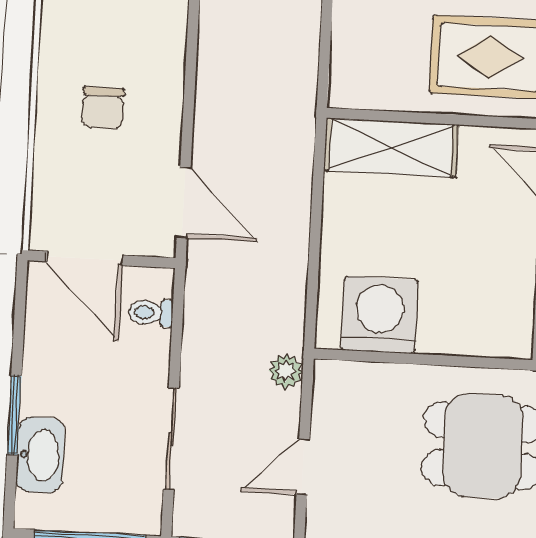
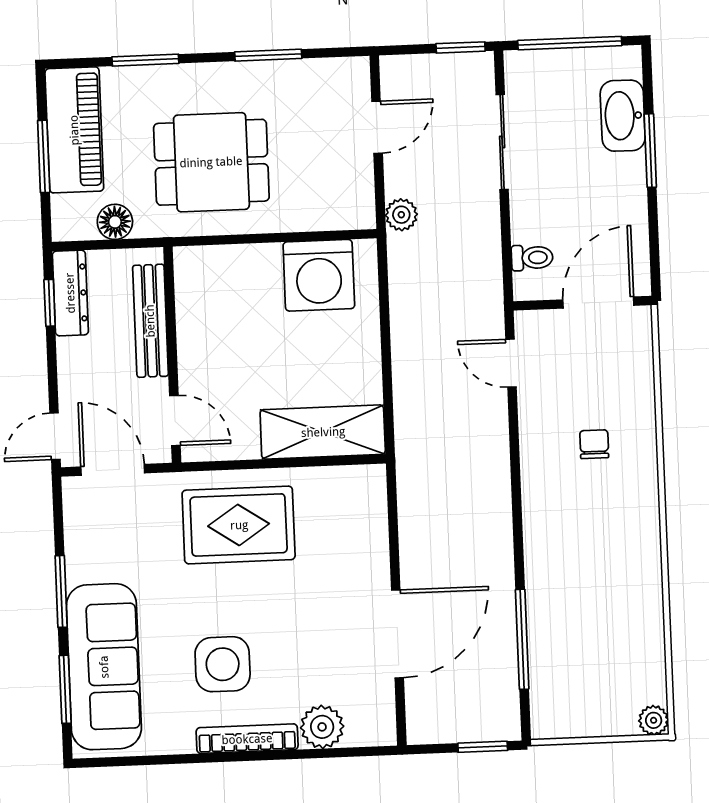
chair: (103, 108) -> (594, 444), width x0.73, depth x0.73
door: (184, 203) -> (511, 363), width x0.73
door: (85, 258) -> (598, 303), hinge flipped

